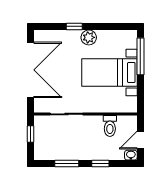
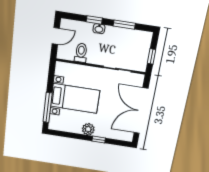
washbasin: (131, 155) -> (99, 29), moved

